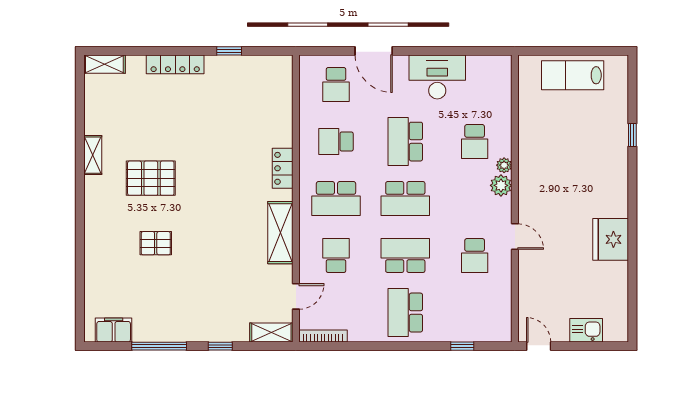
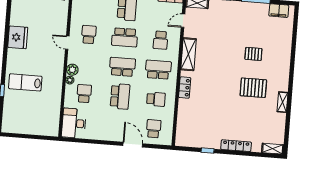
lab bench: (573, 75) -> (25, 82), moved, turned 180
desk: (437, 77) -> (74, 123), moved, turned 90

